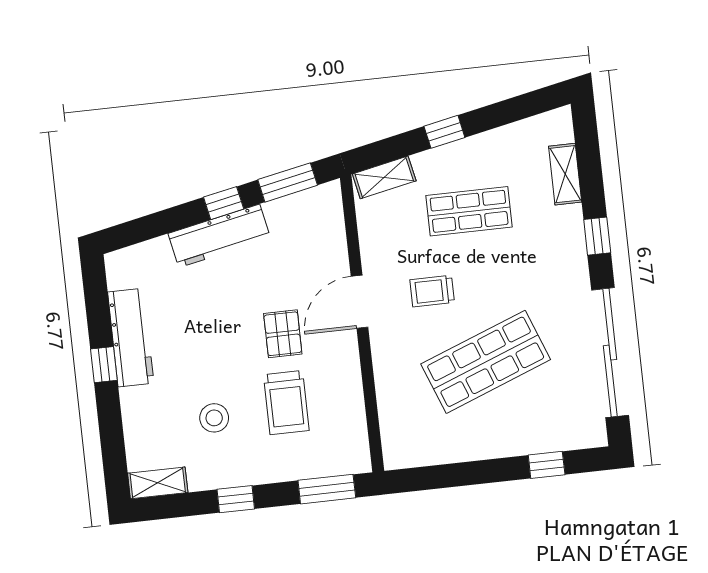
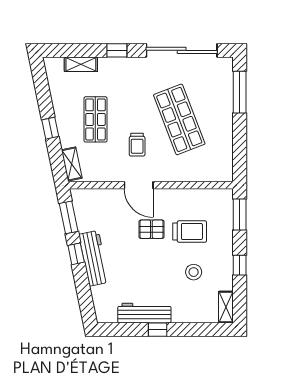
window: (547, 465) -> (240, 92), width x2.17

